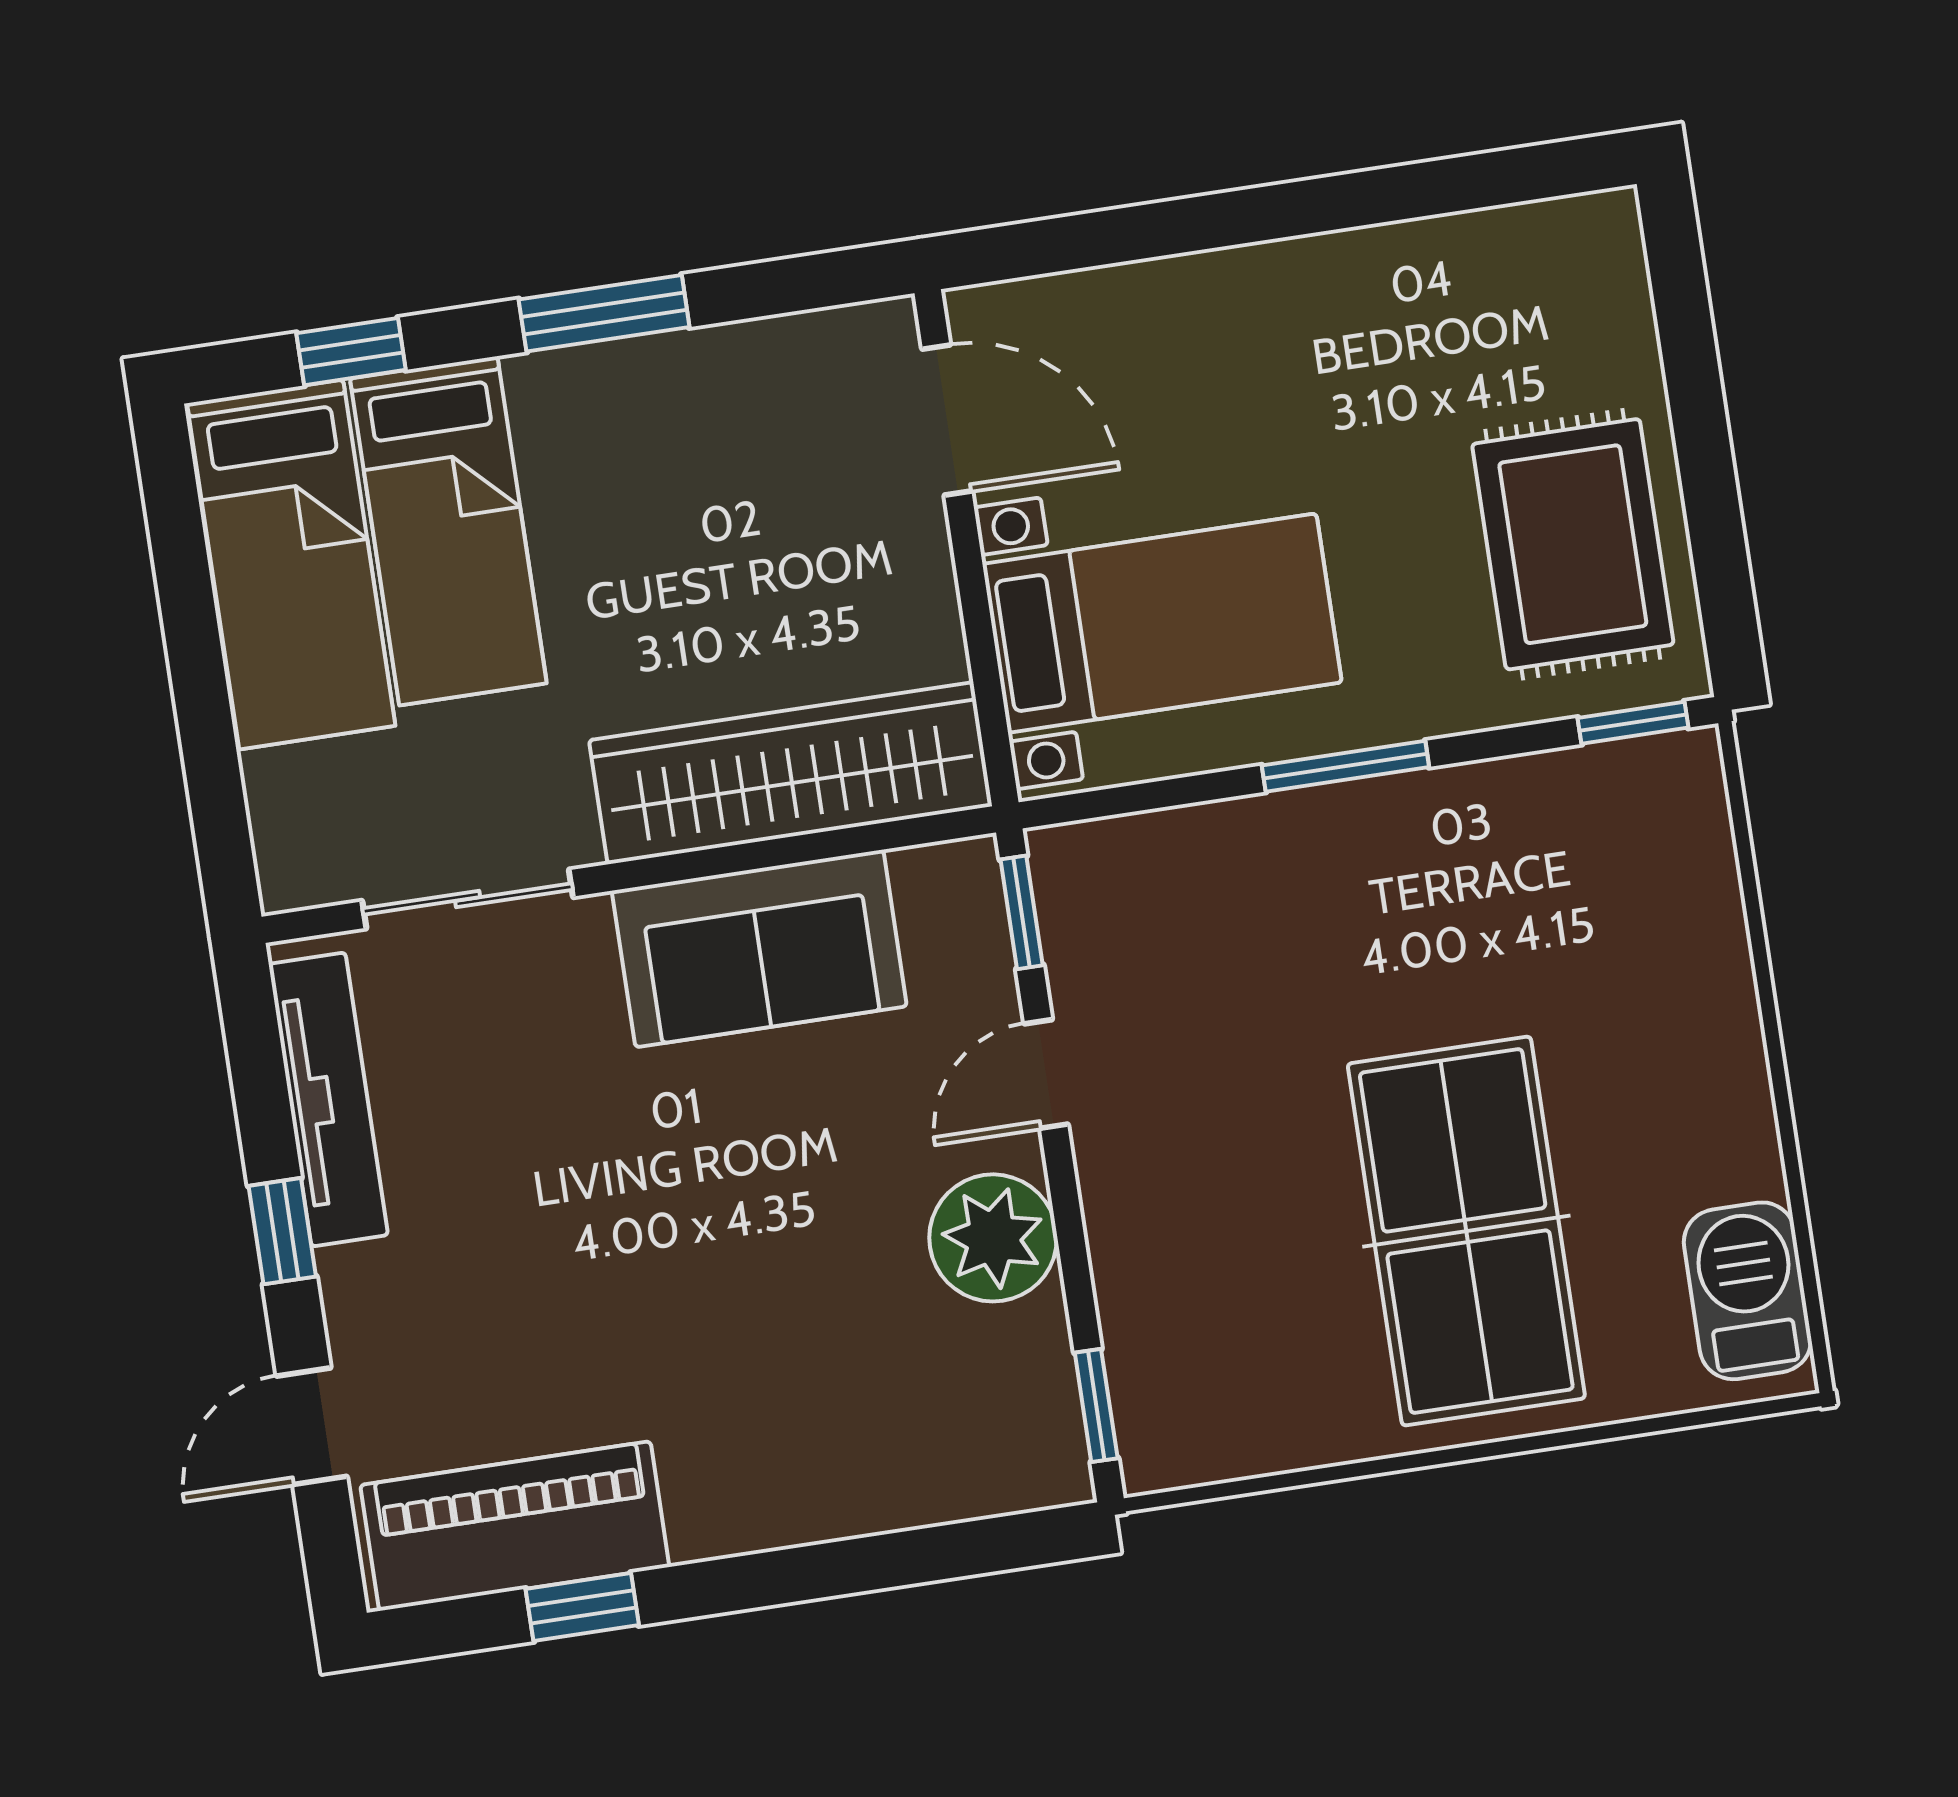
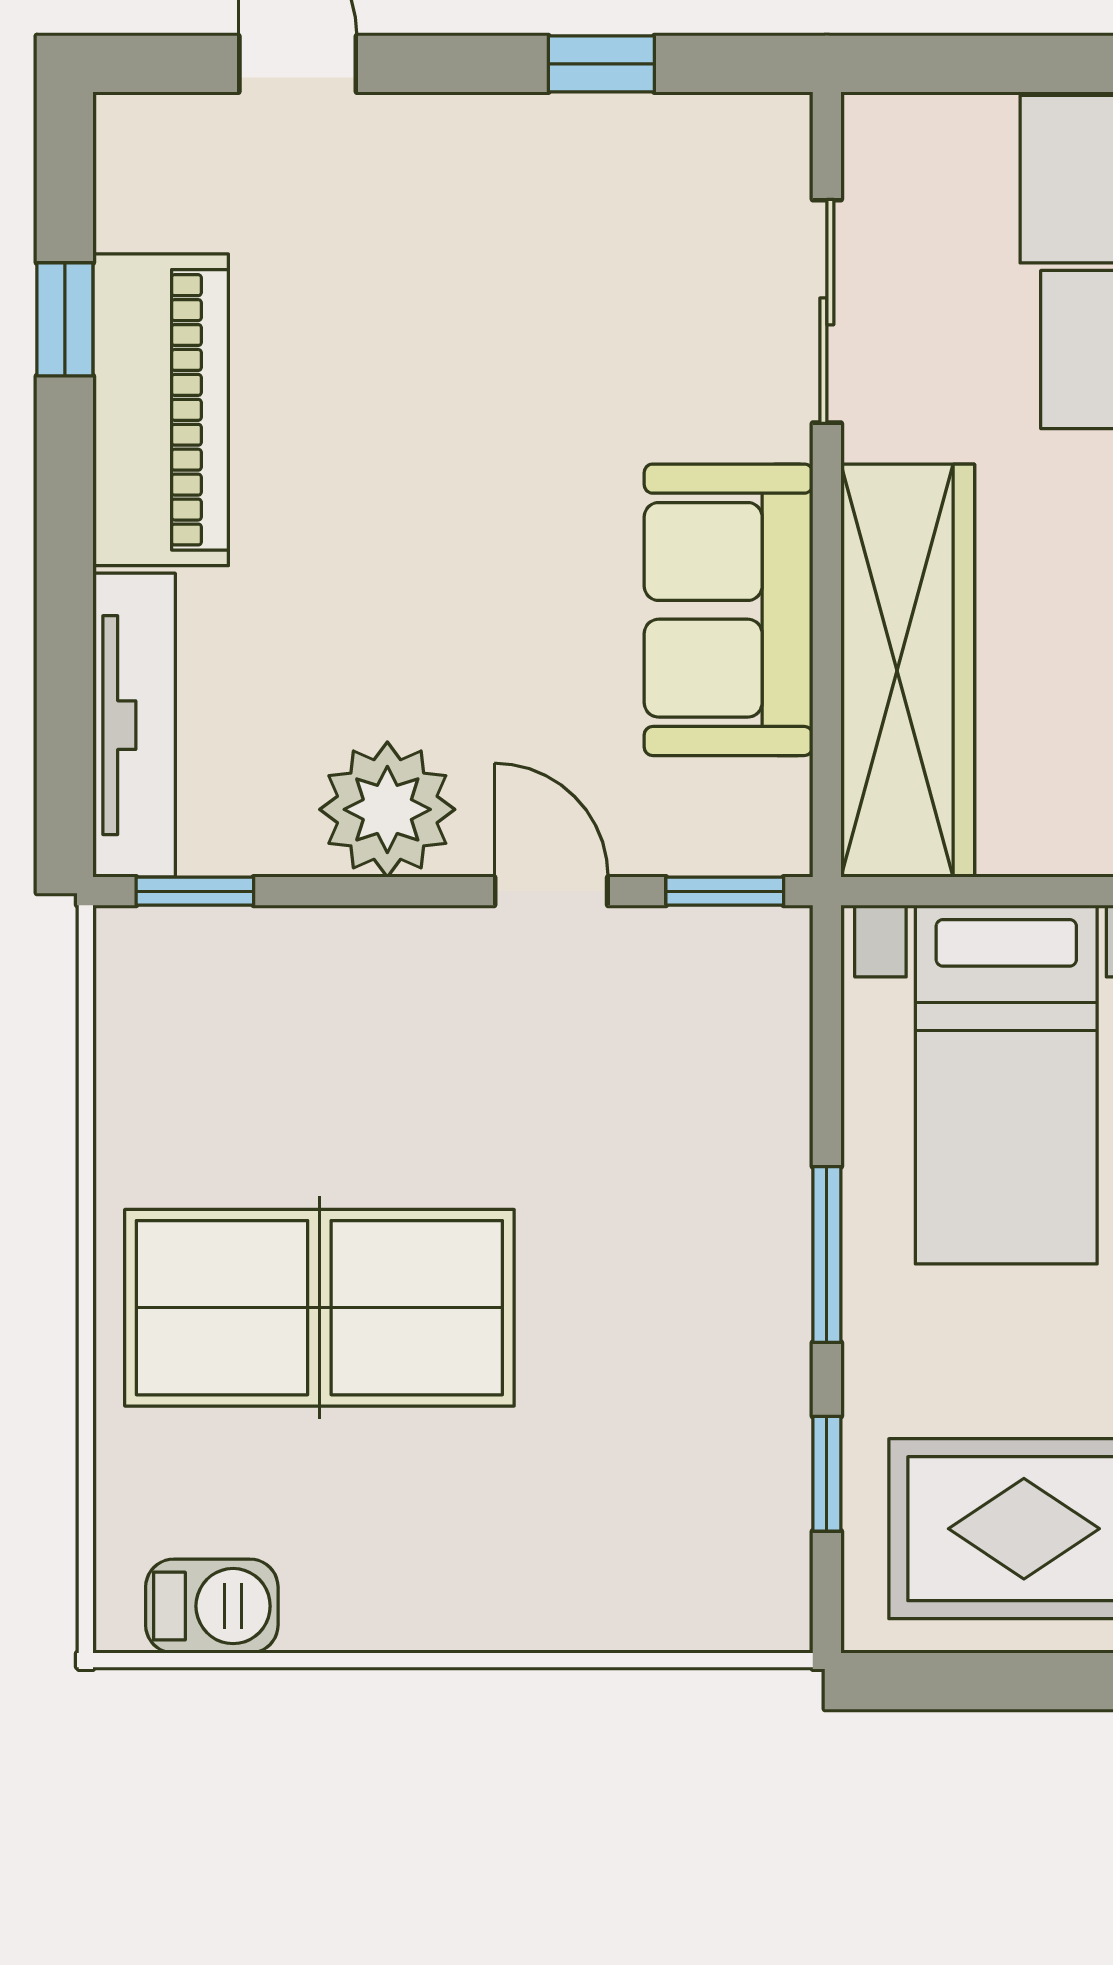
window: (1633, 723) -> (827, 1474), moved
tv unit: (328, 1099) -> (134, 725), moved, turned -90
window: (282, 1231) -> (601, 64), moved
barbecue: (1748, 1291) -> (212, 1606), width x0.73, depth x0.79
piano: (515, 1526) -> (161, 410), moved

